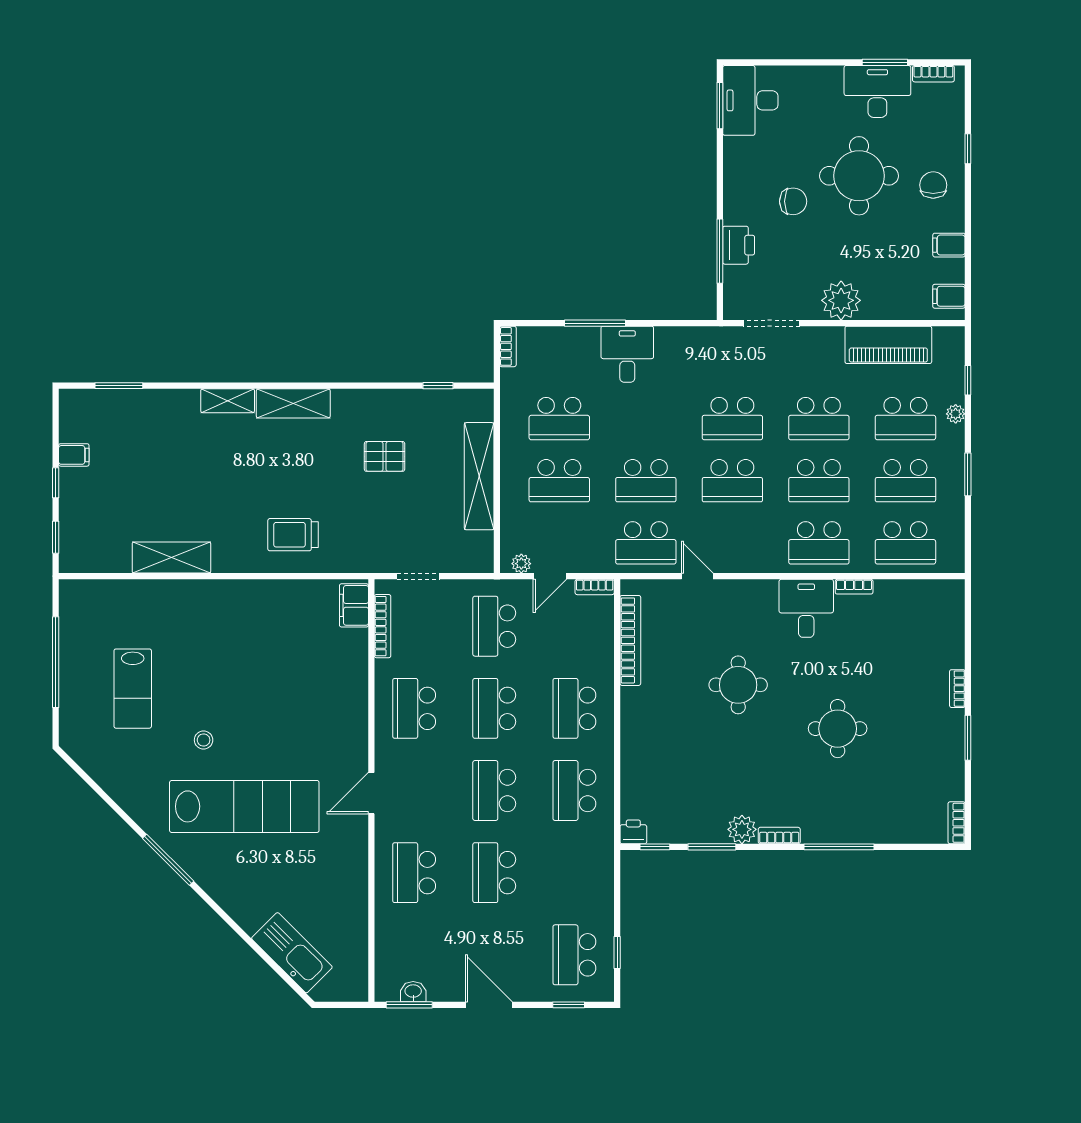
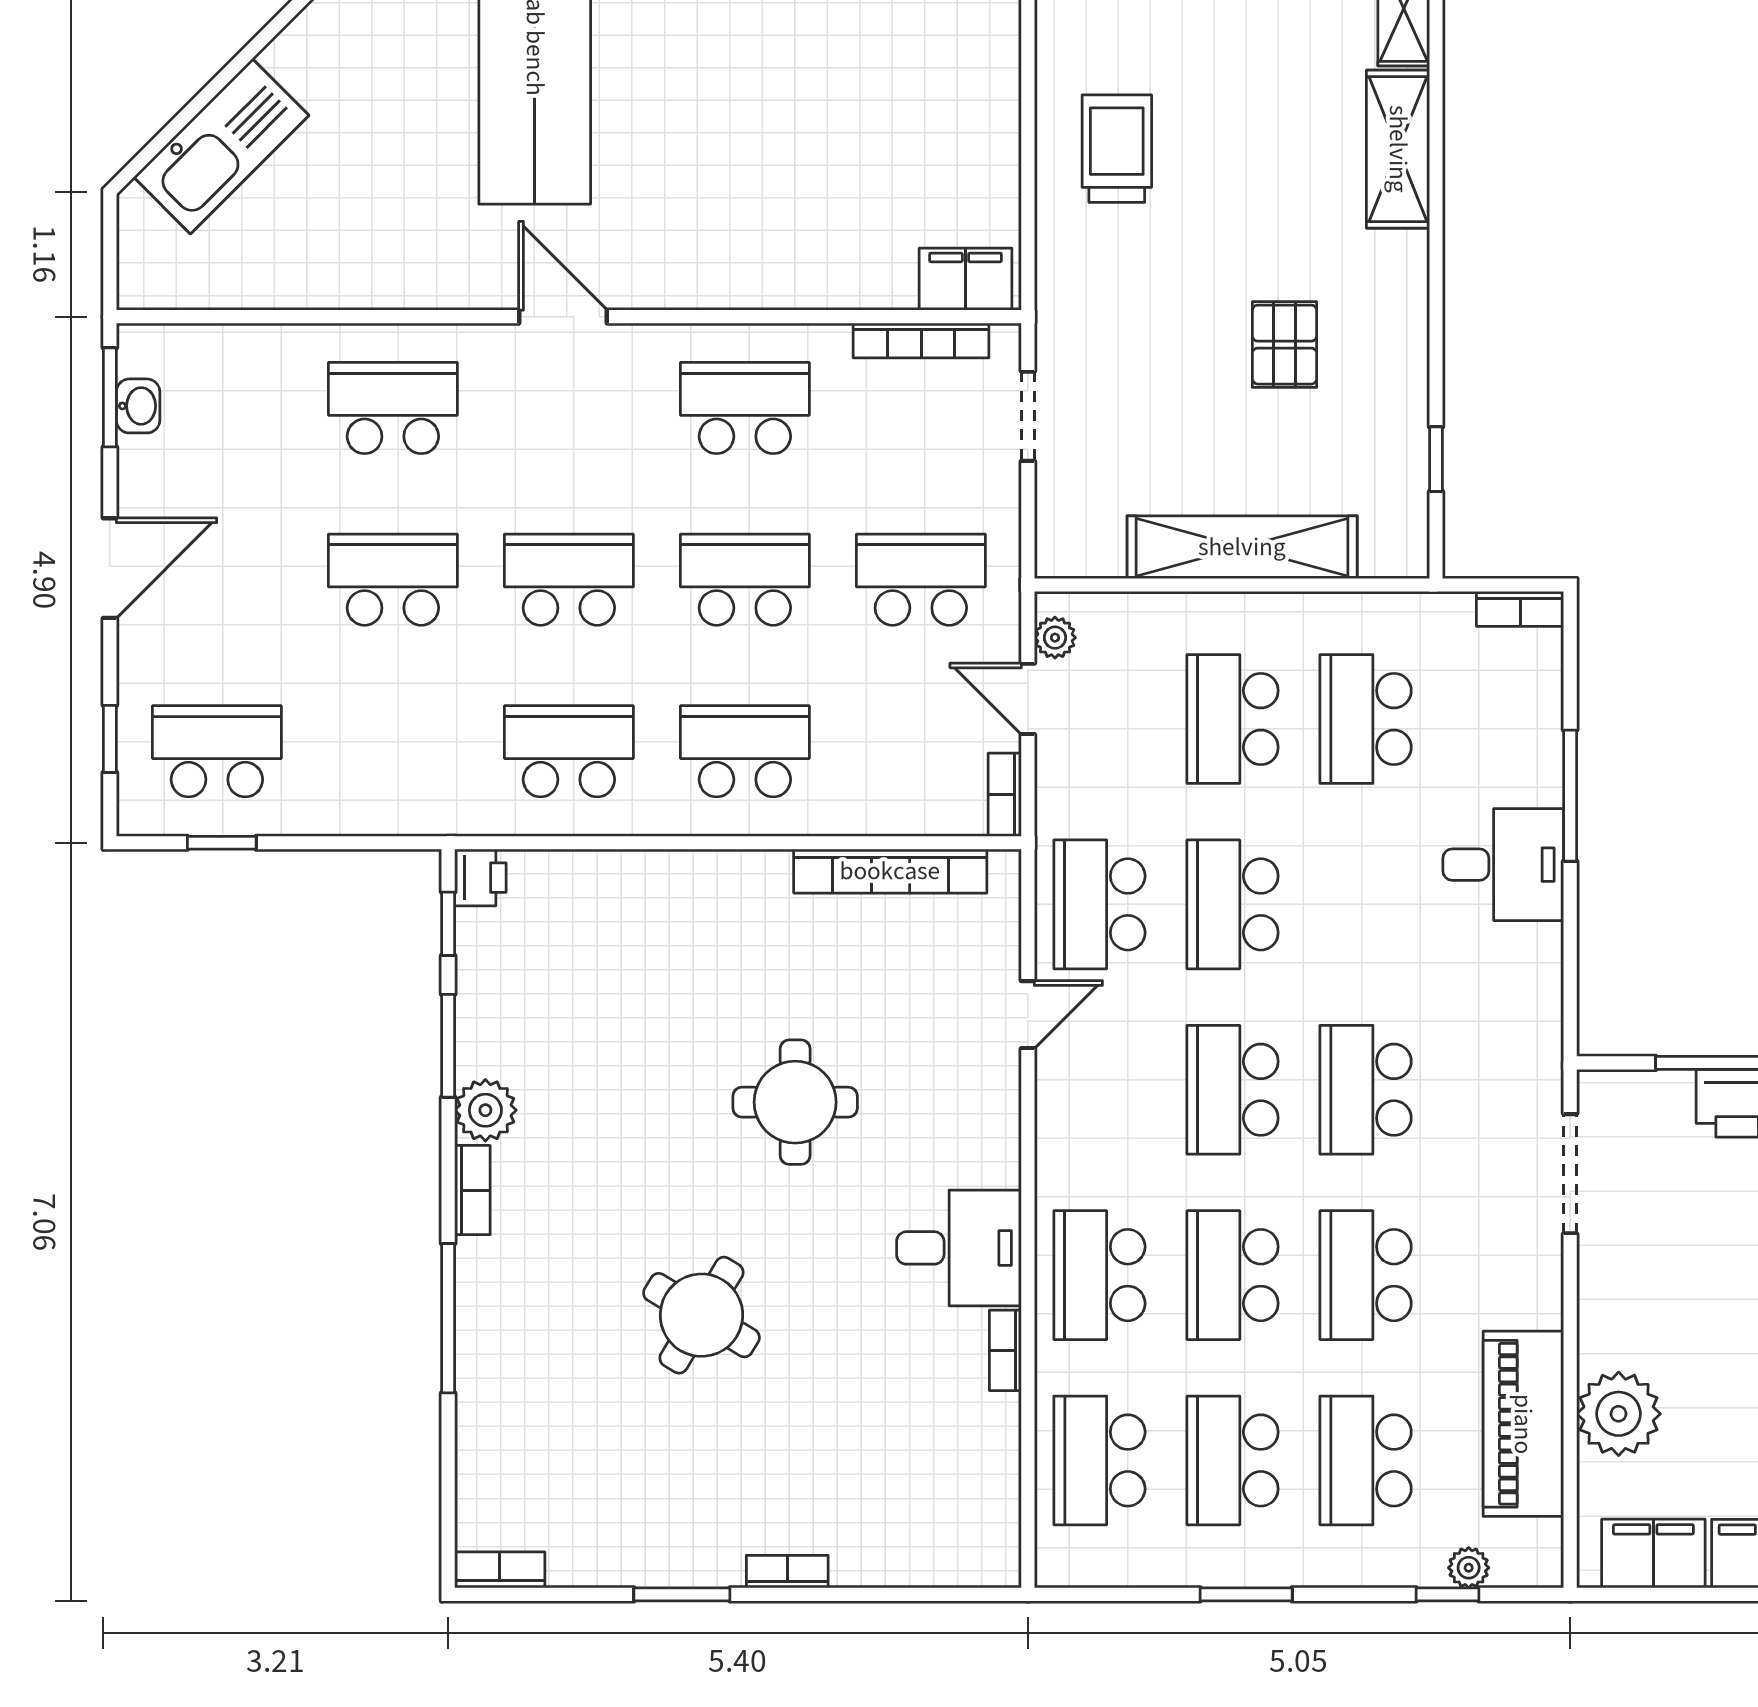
filing cabinet: (949, 296) -> (1653, 1554), width x2.00
plant: (841, 300) -> (1619, 1414), moved
plant: (956, 414) -> (1469, 1568), moved
round table: (838, 729) -> (701, 1315), turned 31

